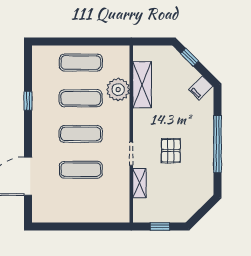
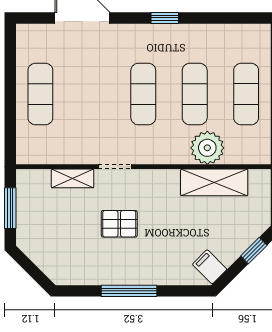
window: (28, 101) -> (165, 18), moved
window: (217, 144) -> (129, 291), width x0.68
exercise mat: (81, 170) -> (40, 94), moved
window: (160, 226) -> (10, 208), width x1.50

